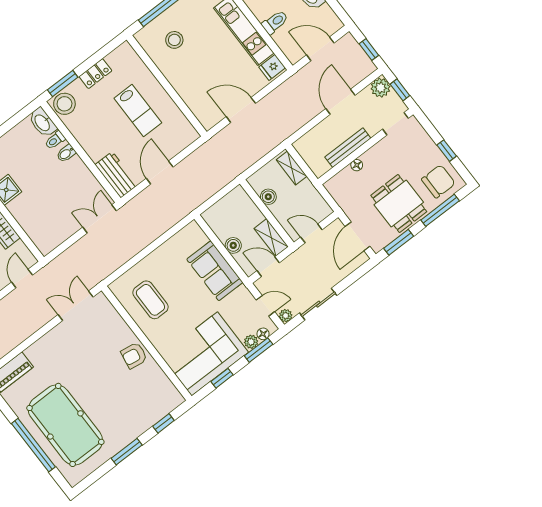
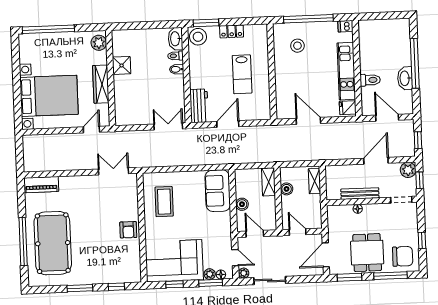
shelving: (271, 238) -> (269, 182), moved
sofa: (215, 271) -> (218, 191), moved
armchair: (134, 355) -> (128, 230), turned -99

